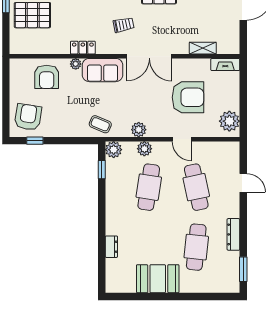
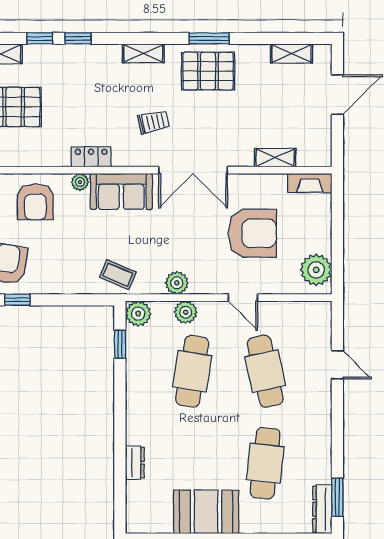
dresser: (233, 234) -> (322, 509), moved

